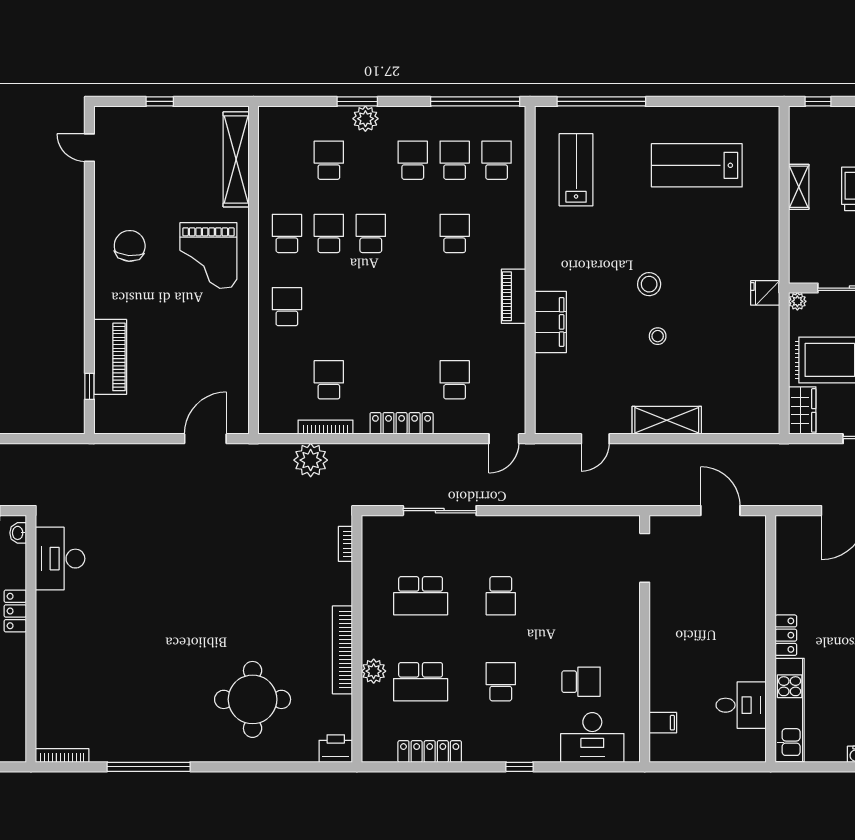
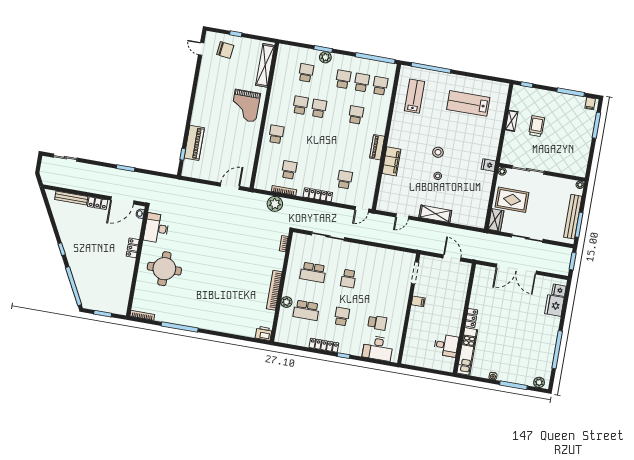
school desk: (287, 233) -> (282, 102), removed
chair: (130, 246) -> (225, 50), moved, turned 92
round table: (253, 699) -> (164, 269), moved
filing cabinet: (663, 723) -> (418, 301), moved
locker: (430, 752) -> (324, 345), moved

